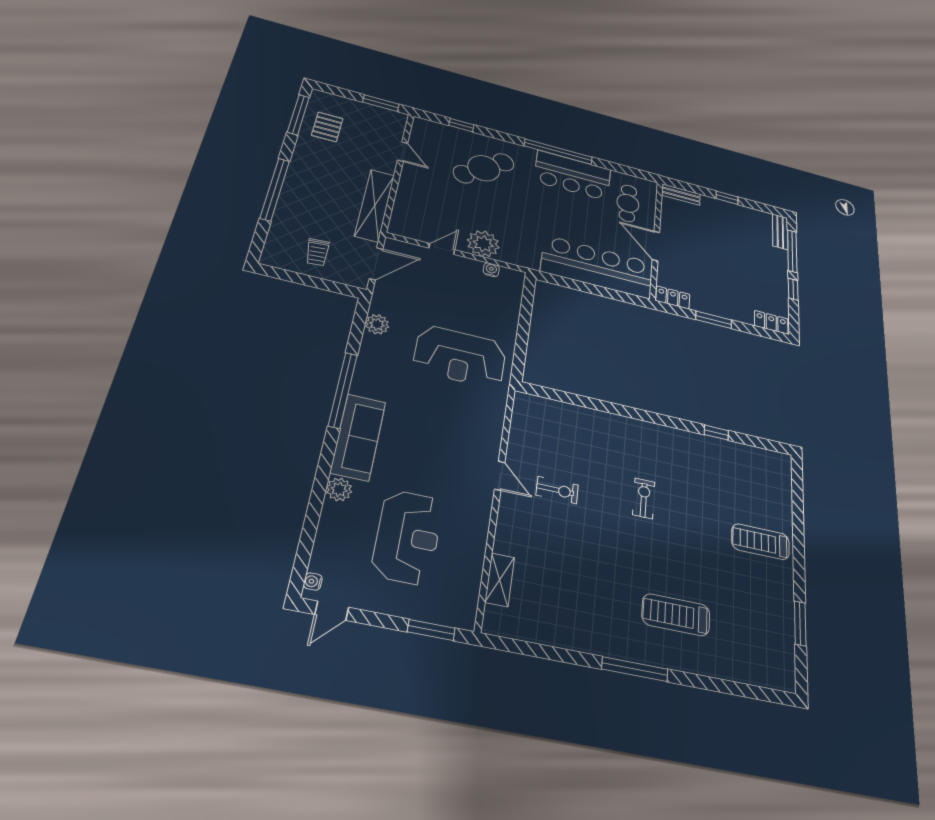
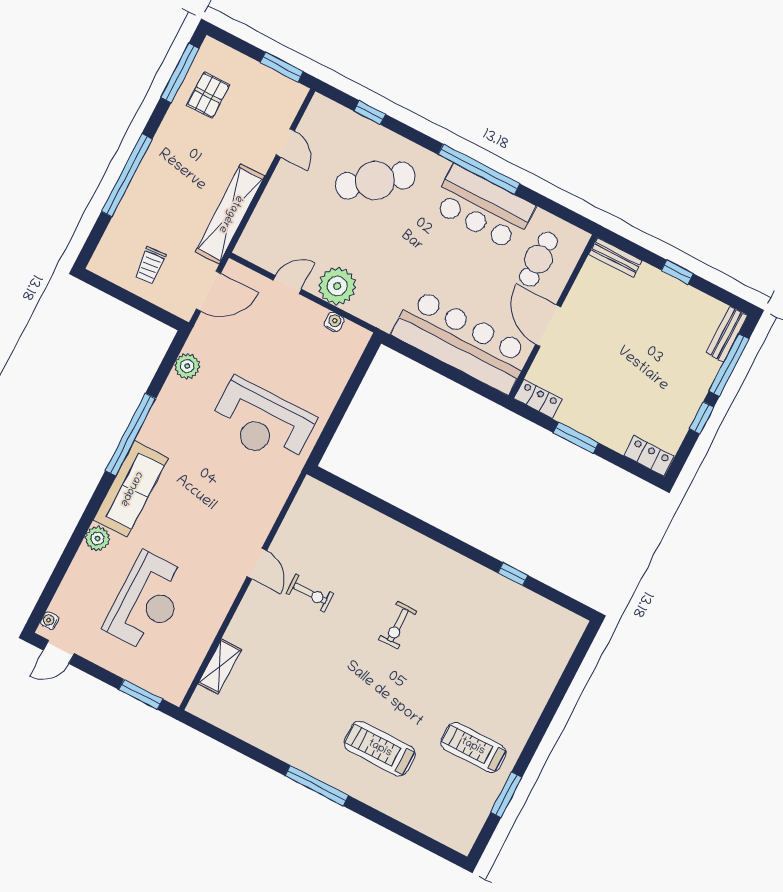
exercise bike: (644, 498) -> (398, 625), turned 180
treadmill: (760, 542) -> (473, 747), moved

